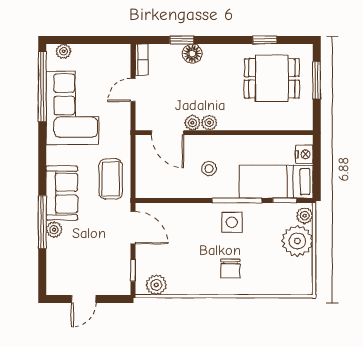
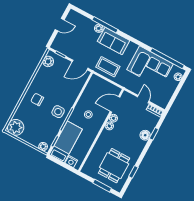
plant: (297, 241) -> (16, 127), moved
door: (84, 299) -> (60, 25), swing flipped

